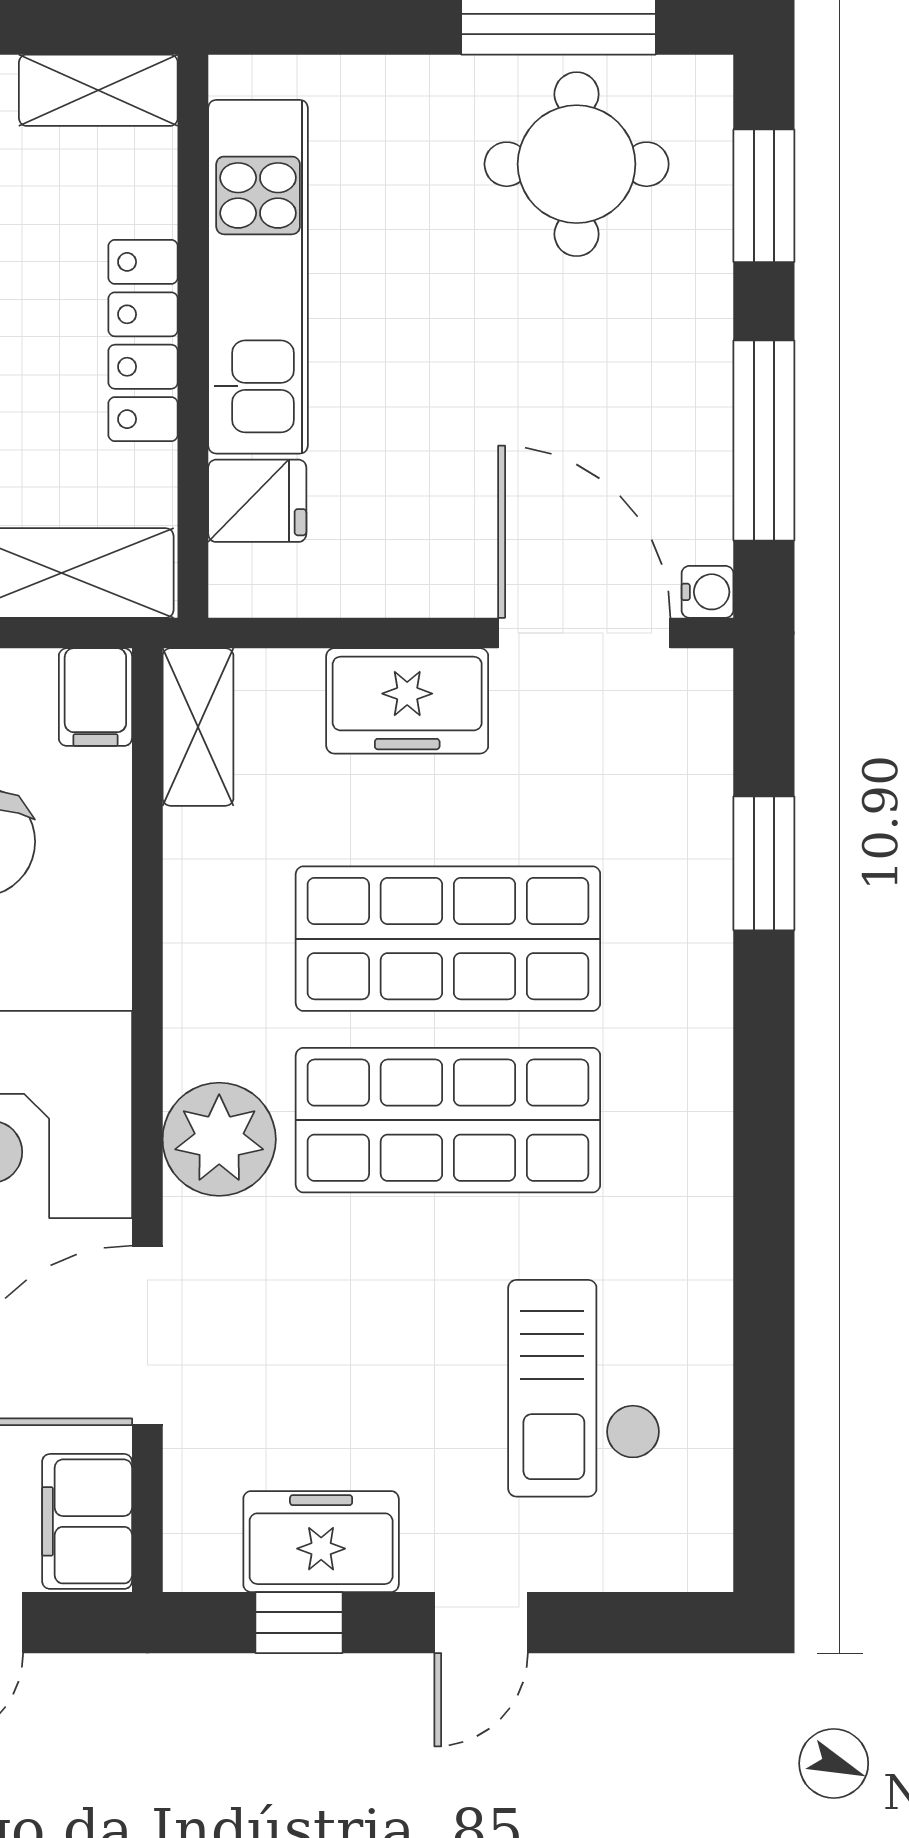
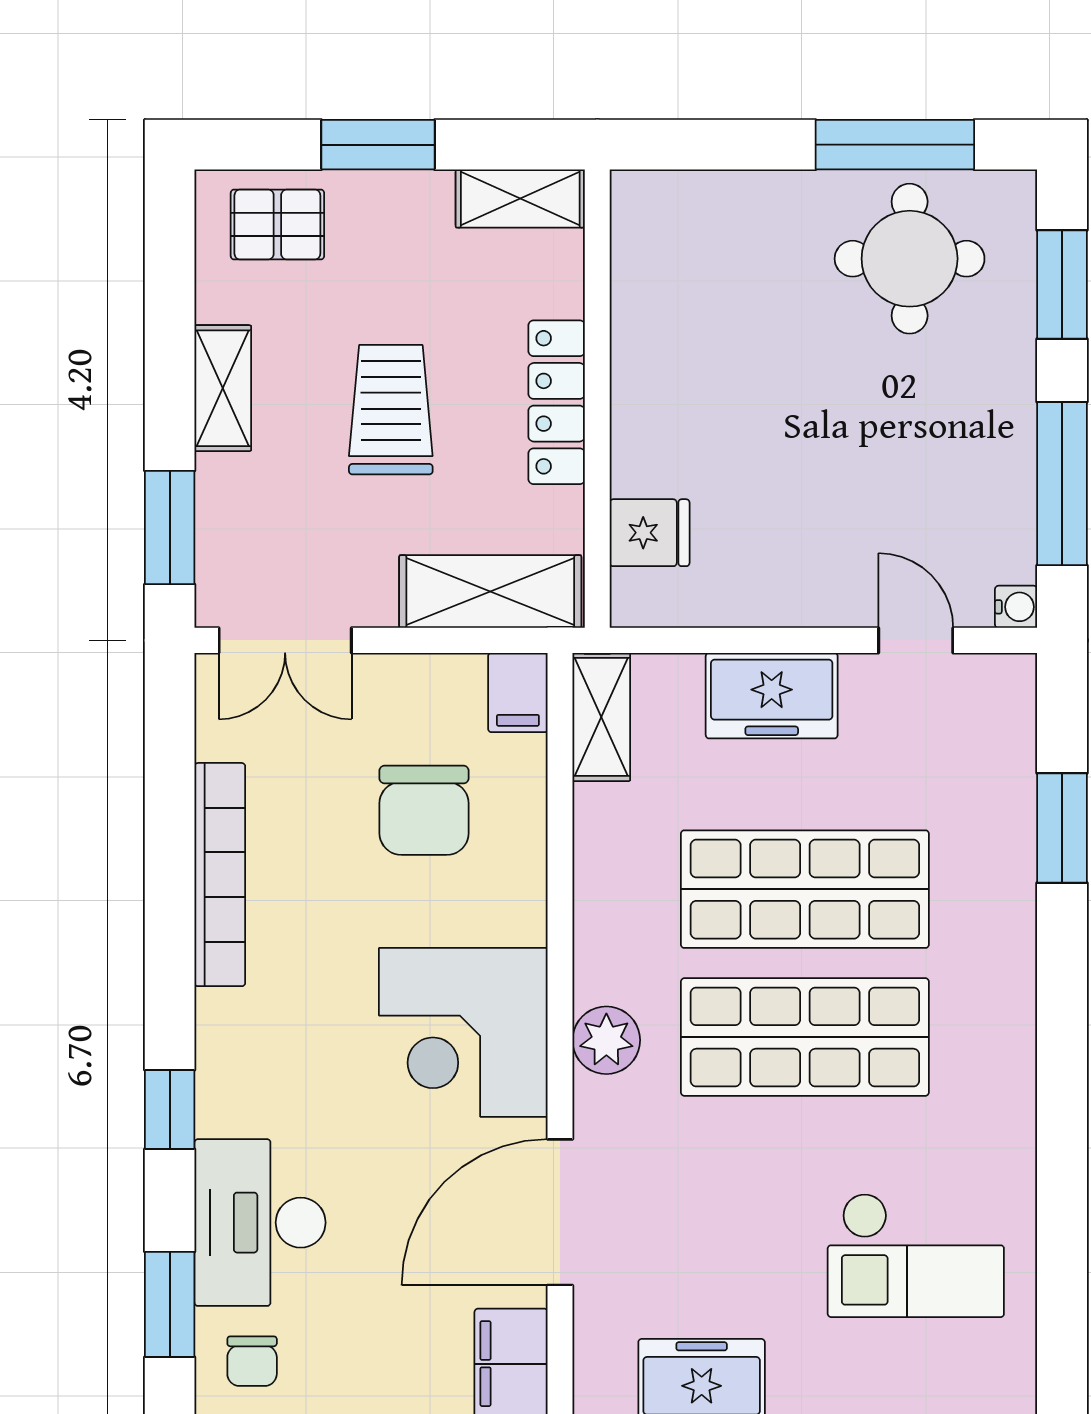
kitchen unit: (258, 277) -> (650, 350), removed
door: (584, 633) -> (916, 640), width x0.53
plant: (219, 1139) -> (606, 1040), width x0.73, depth x0.73
checkout: (584, 1388) -> (916, 1255), turned -90

